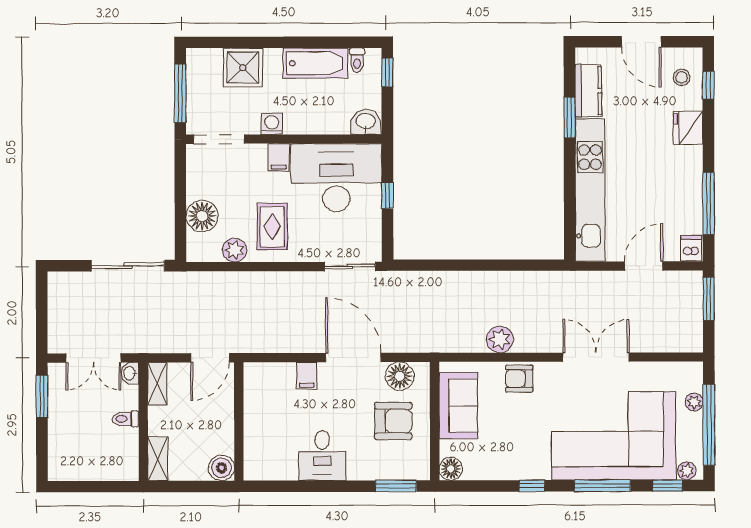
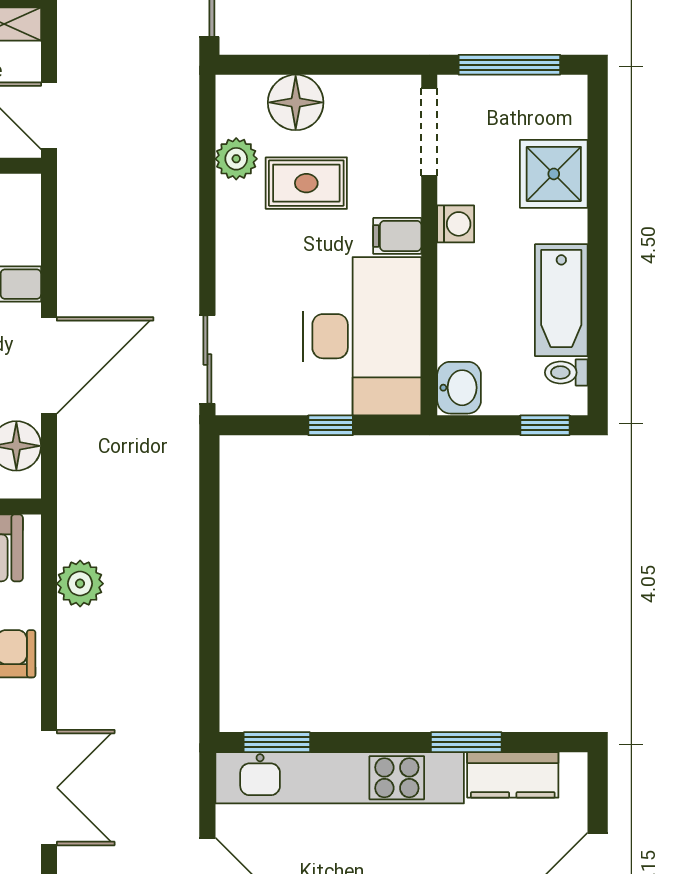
window: (570, 226) -> (277, 742), added
rug: (272, 227) -> (306, 183), moved
plant: (500, 339) -> (80, 584), moved

